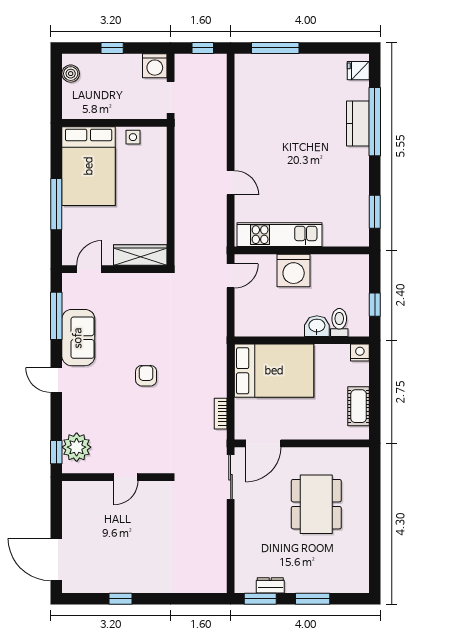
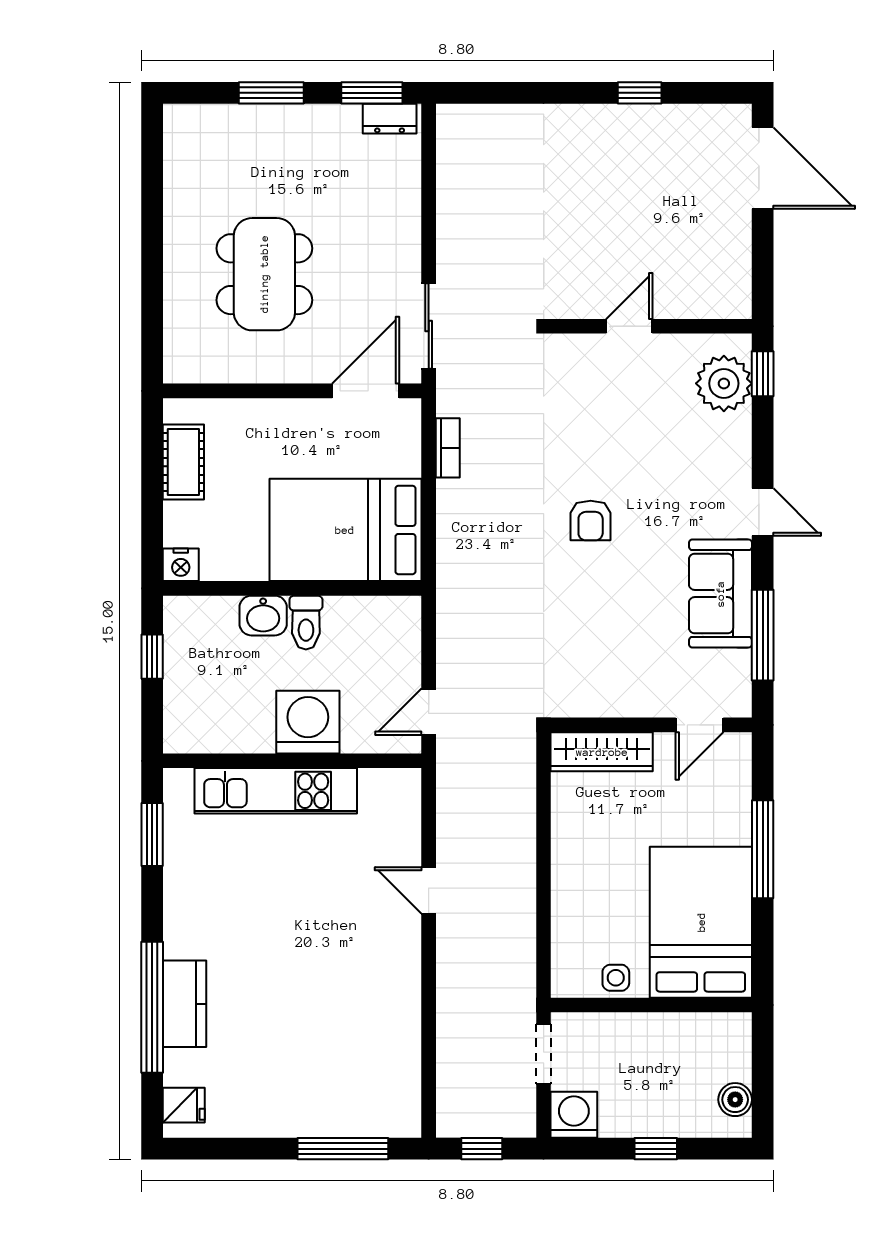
kitchen unit: (280, 235) -> (276, 791), moved
toilet: (339, 322) -> (306, 623), moved
dresser: (270, 585) -> (390, 119), moved

